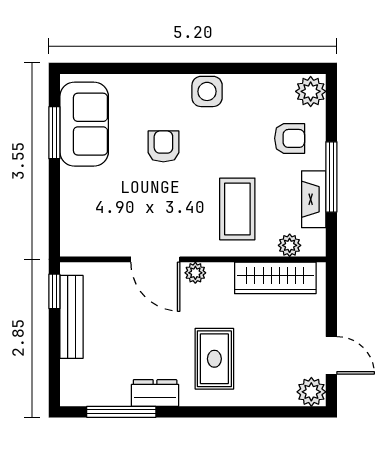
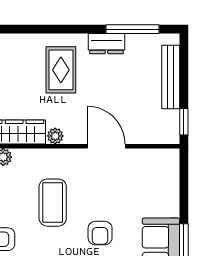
coffee table: (237, 209) -> (53, 203), moved
plant: (195, 273) -> (55, 136), moved
bench: (71, 317) -> (171, 77), moved

